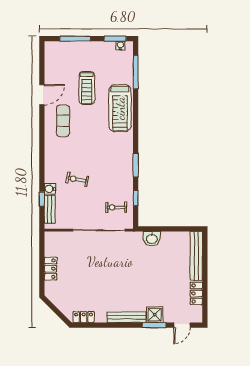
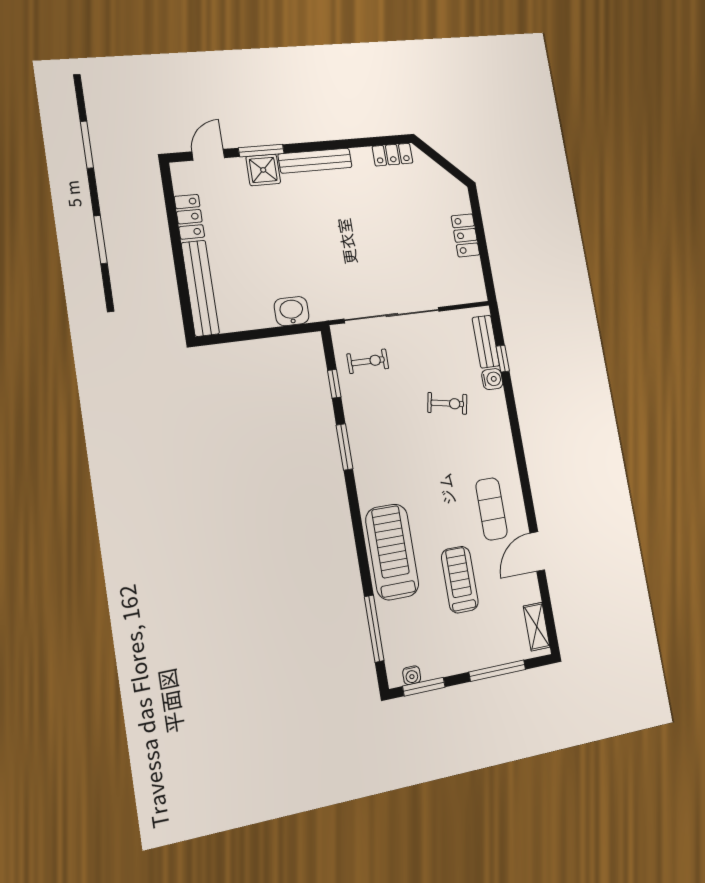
shelving: (50, 57) -> (537, 627), added

